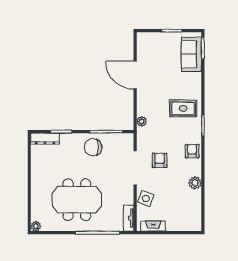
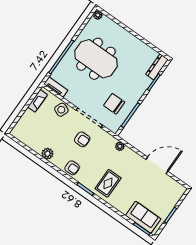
chair: (93, 147) -> (114, 104), moved, turned -90
meeting table: (77, 200) -> (96, 59), turned 90

